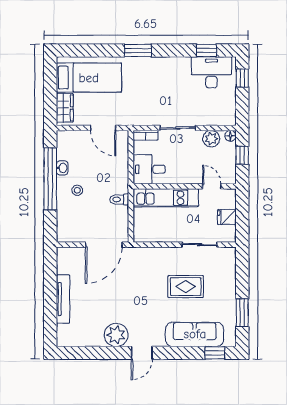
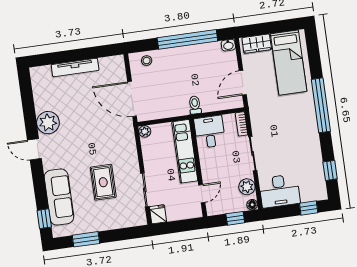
window: (138, 50) -> (321, 105), width x2.11
desk: (211, 72) -> (280, 191), moved, turned 90
washbasin: (62, 168) -> (228, 45), moved
stool: (77, 190) -> (147, 61), moved
toilet: (119, 199) -> (195, 105), moved
fridge: (227, 217) -> (158, 214), moved
plant: (139, 236) -> (145, 131), added

